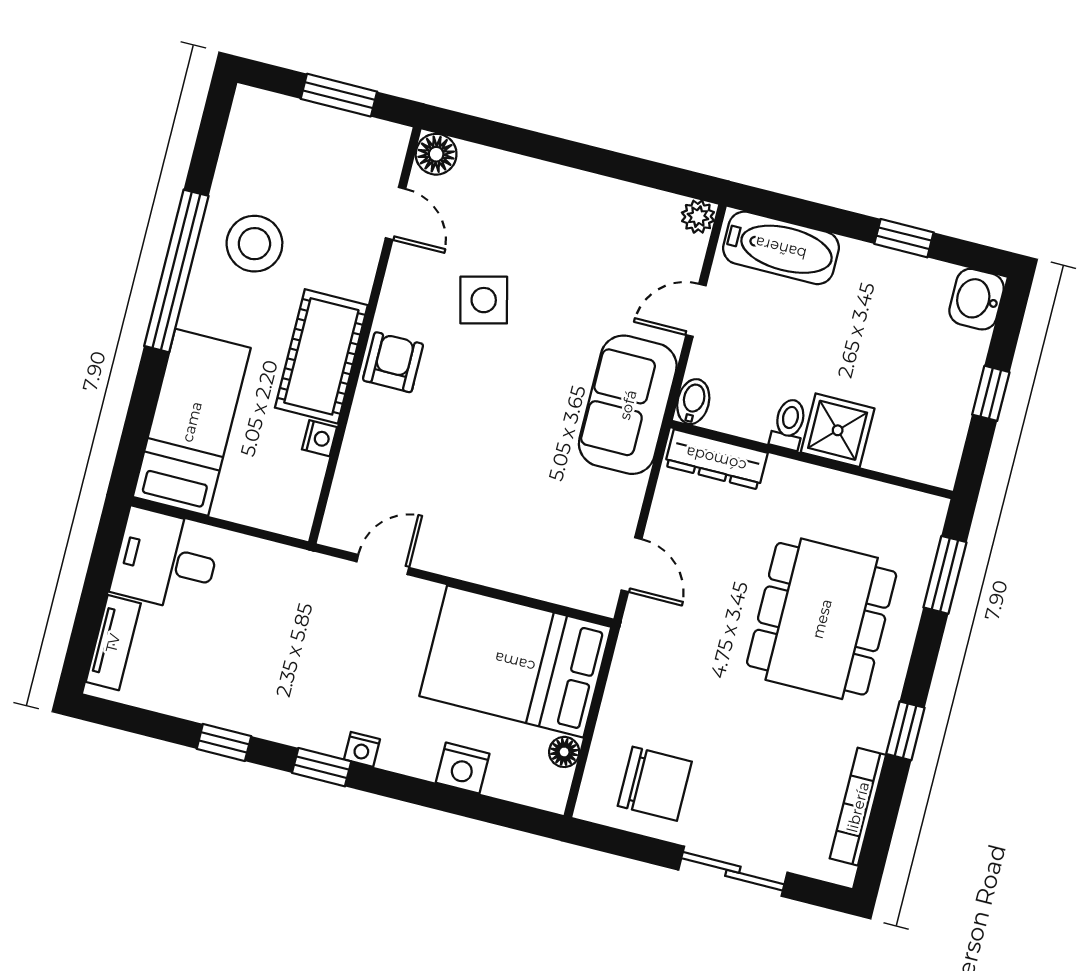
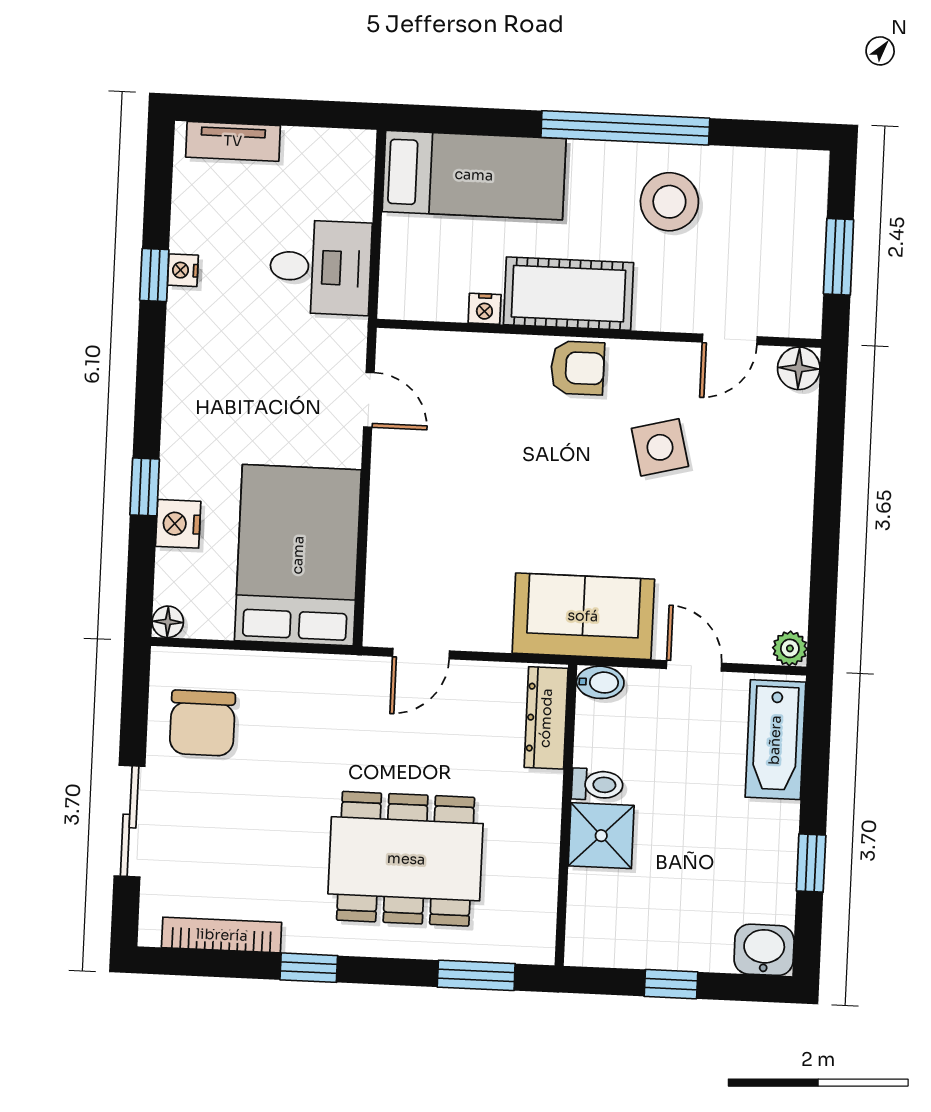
desk: (166, 560) -> (320, 267), moved, turned 90
nightstand: (362, 749) -> (183, 270), moved
floor lamp: (564, 752) -> (168, 622), moved
window: (322, 767) -> (145, 487), moved

